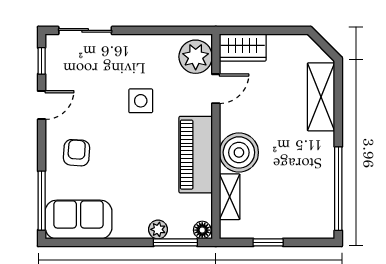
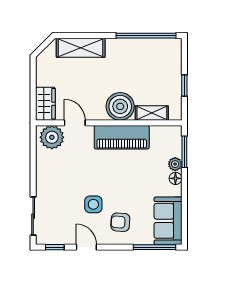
side table: (141, 101) -> (93, 204), moved
floor lamp: (202, 230) -> (175, 178), moved

